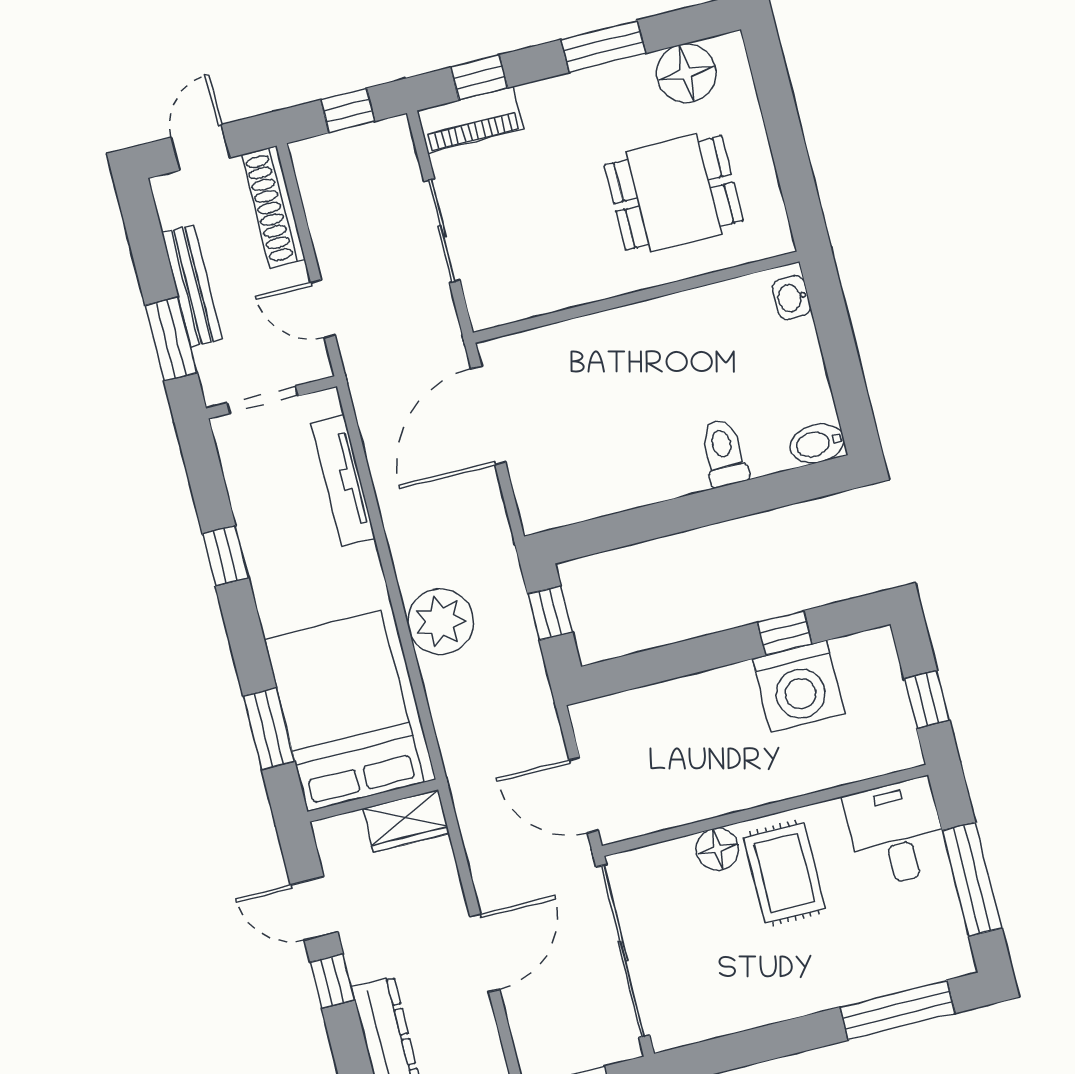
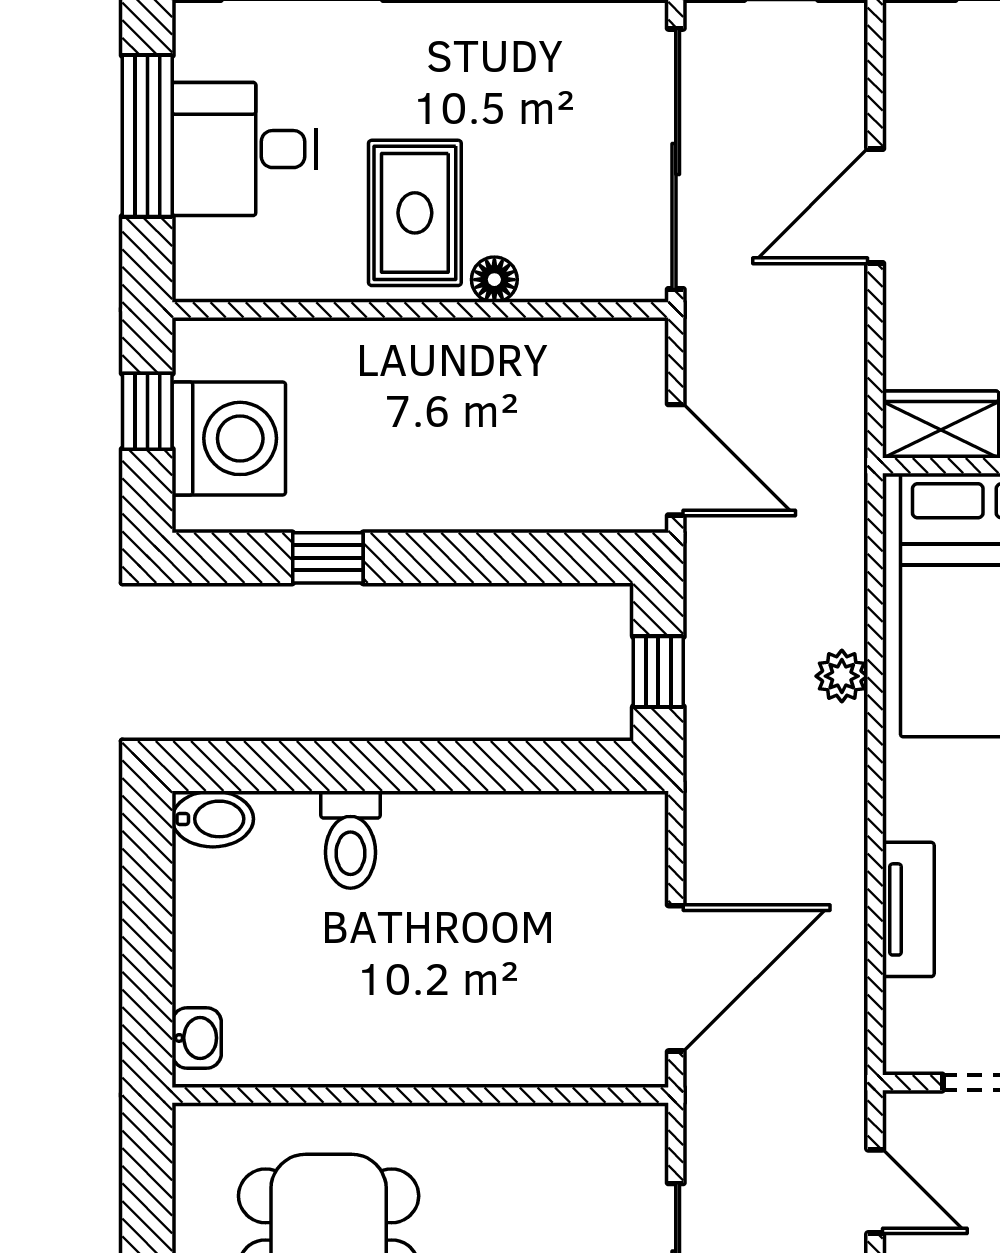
tv unit: (343, 481) -> (908, 909), width x0.71
plant: (440, 622) -> (842, 676), width x0.53, depth x0.53
washing machine: (799, 686) -> (229, 438), moved, turned 90
door: (584, 795) -> (676, 460), moved
desk: (897, 833) -> (244, 149), moved, turned 90
floor lamp: (717, 849) -> (494, 280), width x0.73, depth x0.73

